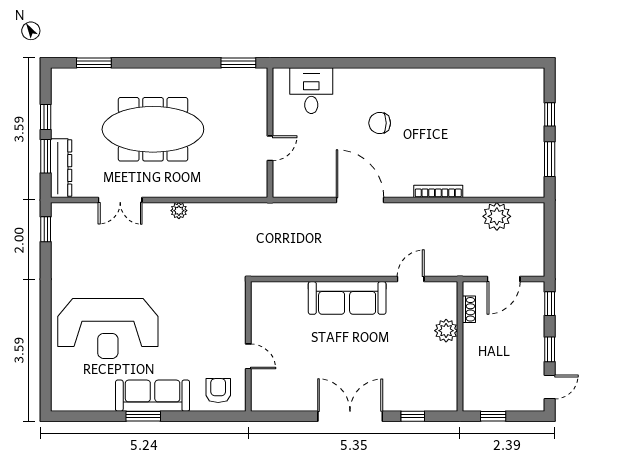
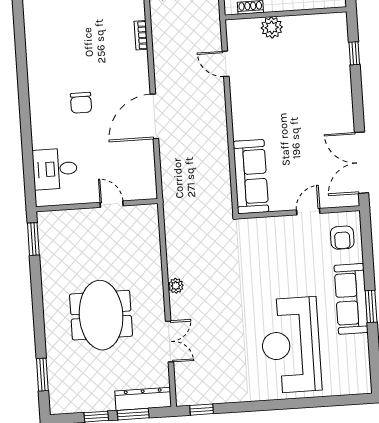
meeting table: (153, 129) -> (101, 315), width x0.73
bookcase: (438, 191) -> (141, 35), width x0.64
sofa: (347, 298) -> (251, 177), moved
reception desk: (108, 329) -> (291, 345), turned 180
armchair: (218, 391) -> (342, 238), turned -90
double door: (350, 416) -> (362, 163), moved

